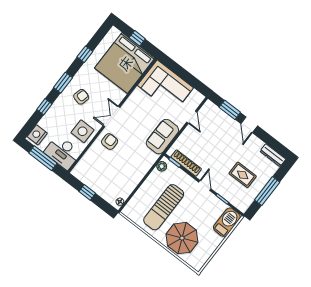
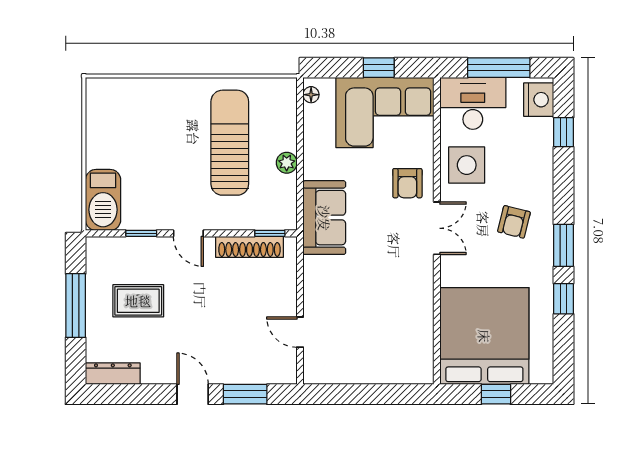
window: (63, 83) -> (563, 245), moved
corner sofa: (165, 86) -> (385, 112), moved, turned 180
window: (44, 107) -> (563, 132), moved
sofa: (162, 137) -> (324, 218), moved
plant: (162, 166) -> (287, 163), moved
parasol: (182, 238) -> (158, 114), removed

